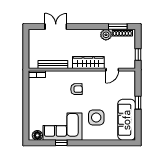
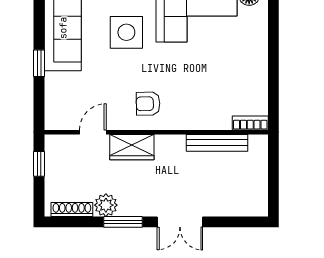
double door: (56, 27) -> (180, 222), moved
window: (118, 27) -> (123, 222), moved
wardrobe: (88, 63) -> (132, 147), width x0.67
armchair: (77, 89) -> (148, 104), moved

